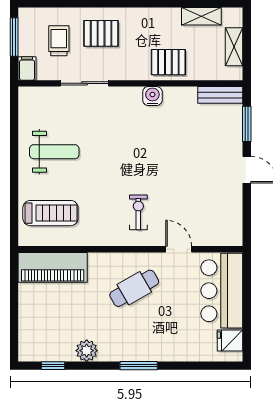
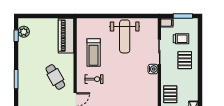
water cooler: (152, 96) -> (153, 69), moved
weight bench: (54, 152) -> (125, 36), width x1.36, depth x1.33
treadmill: (50, 213) -> (94, 52), moved
plant: (87, 351) -> (24, 32), moved

